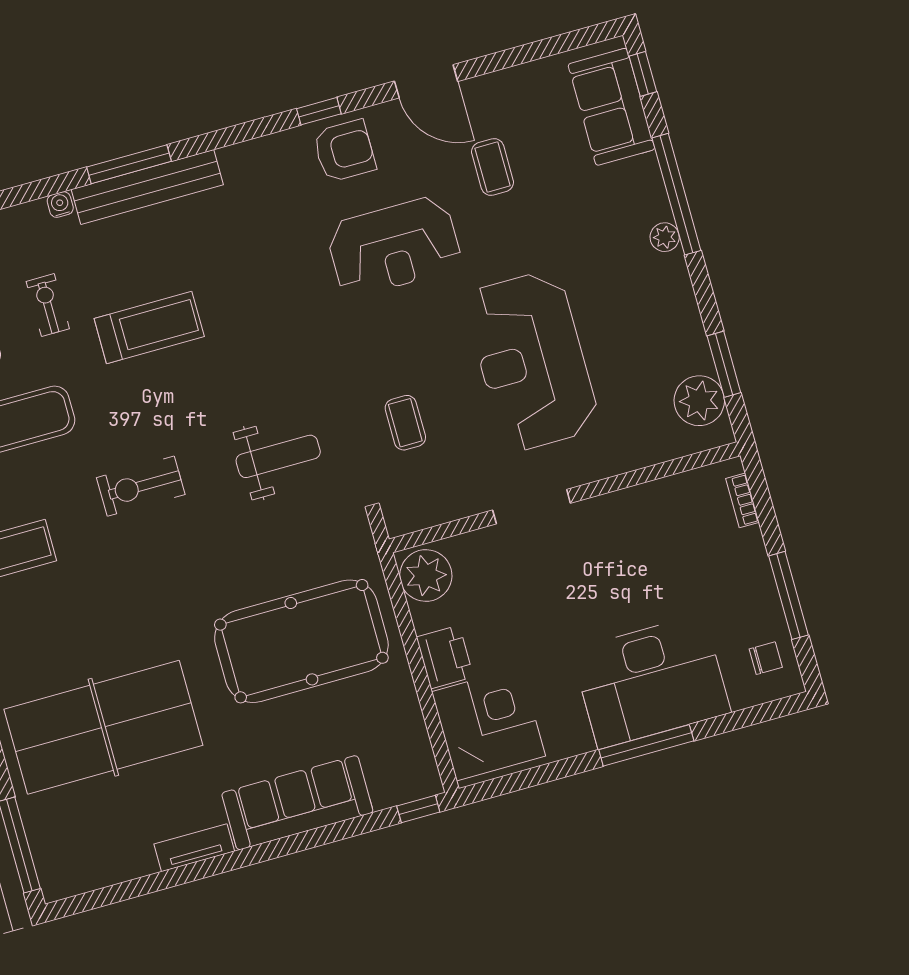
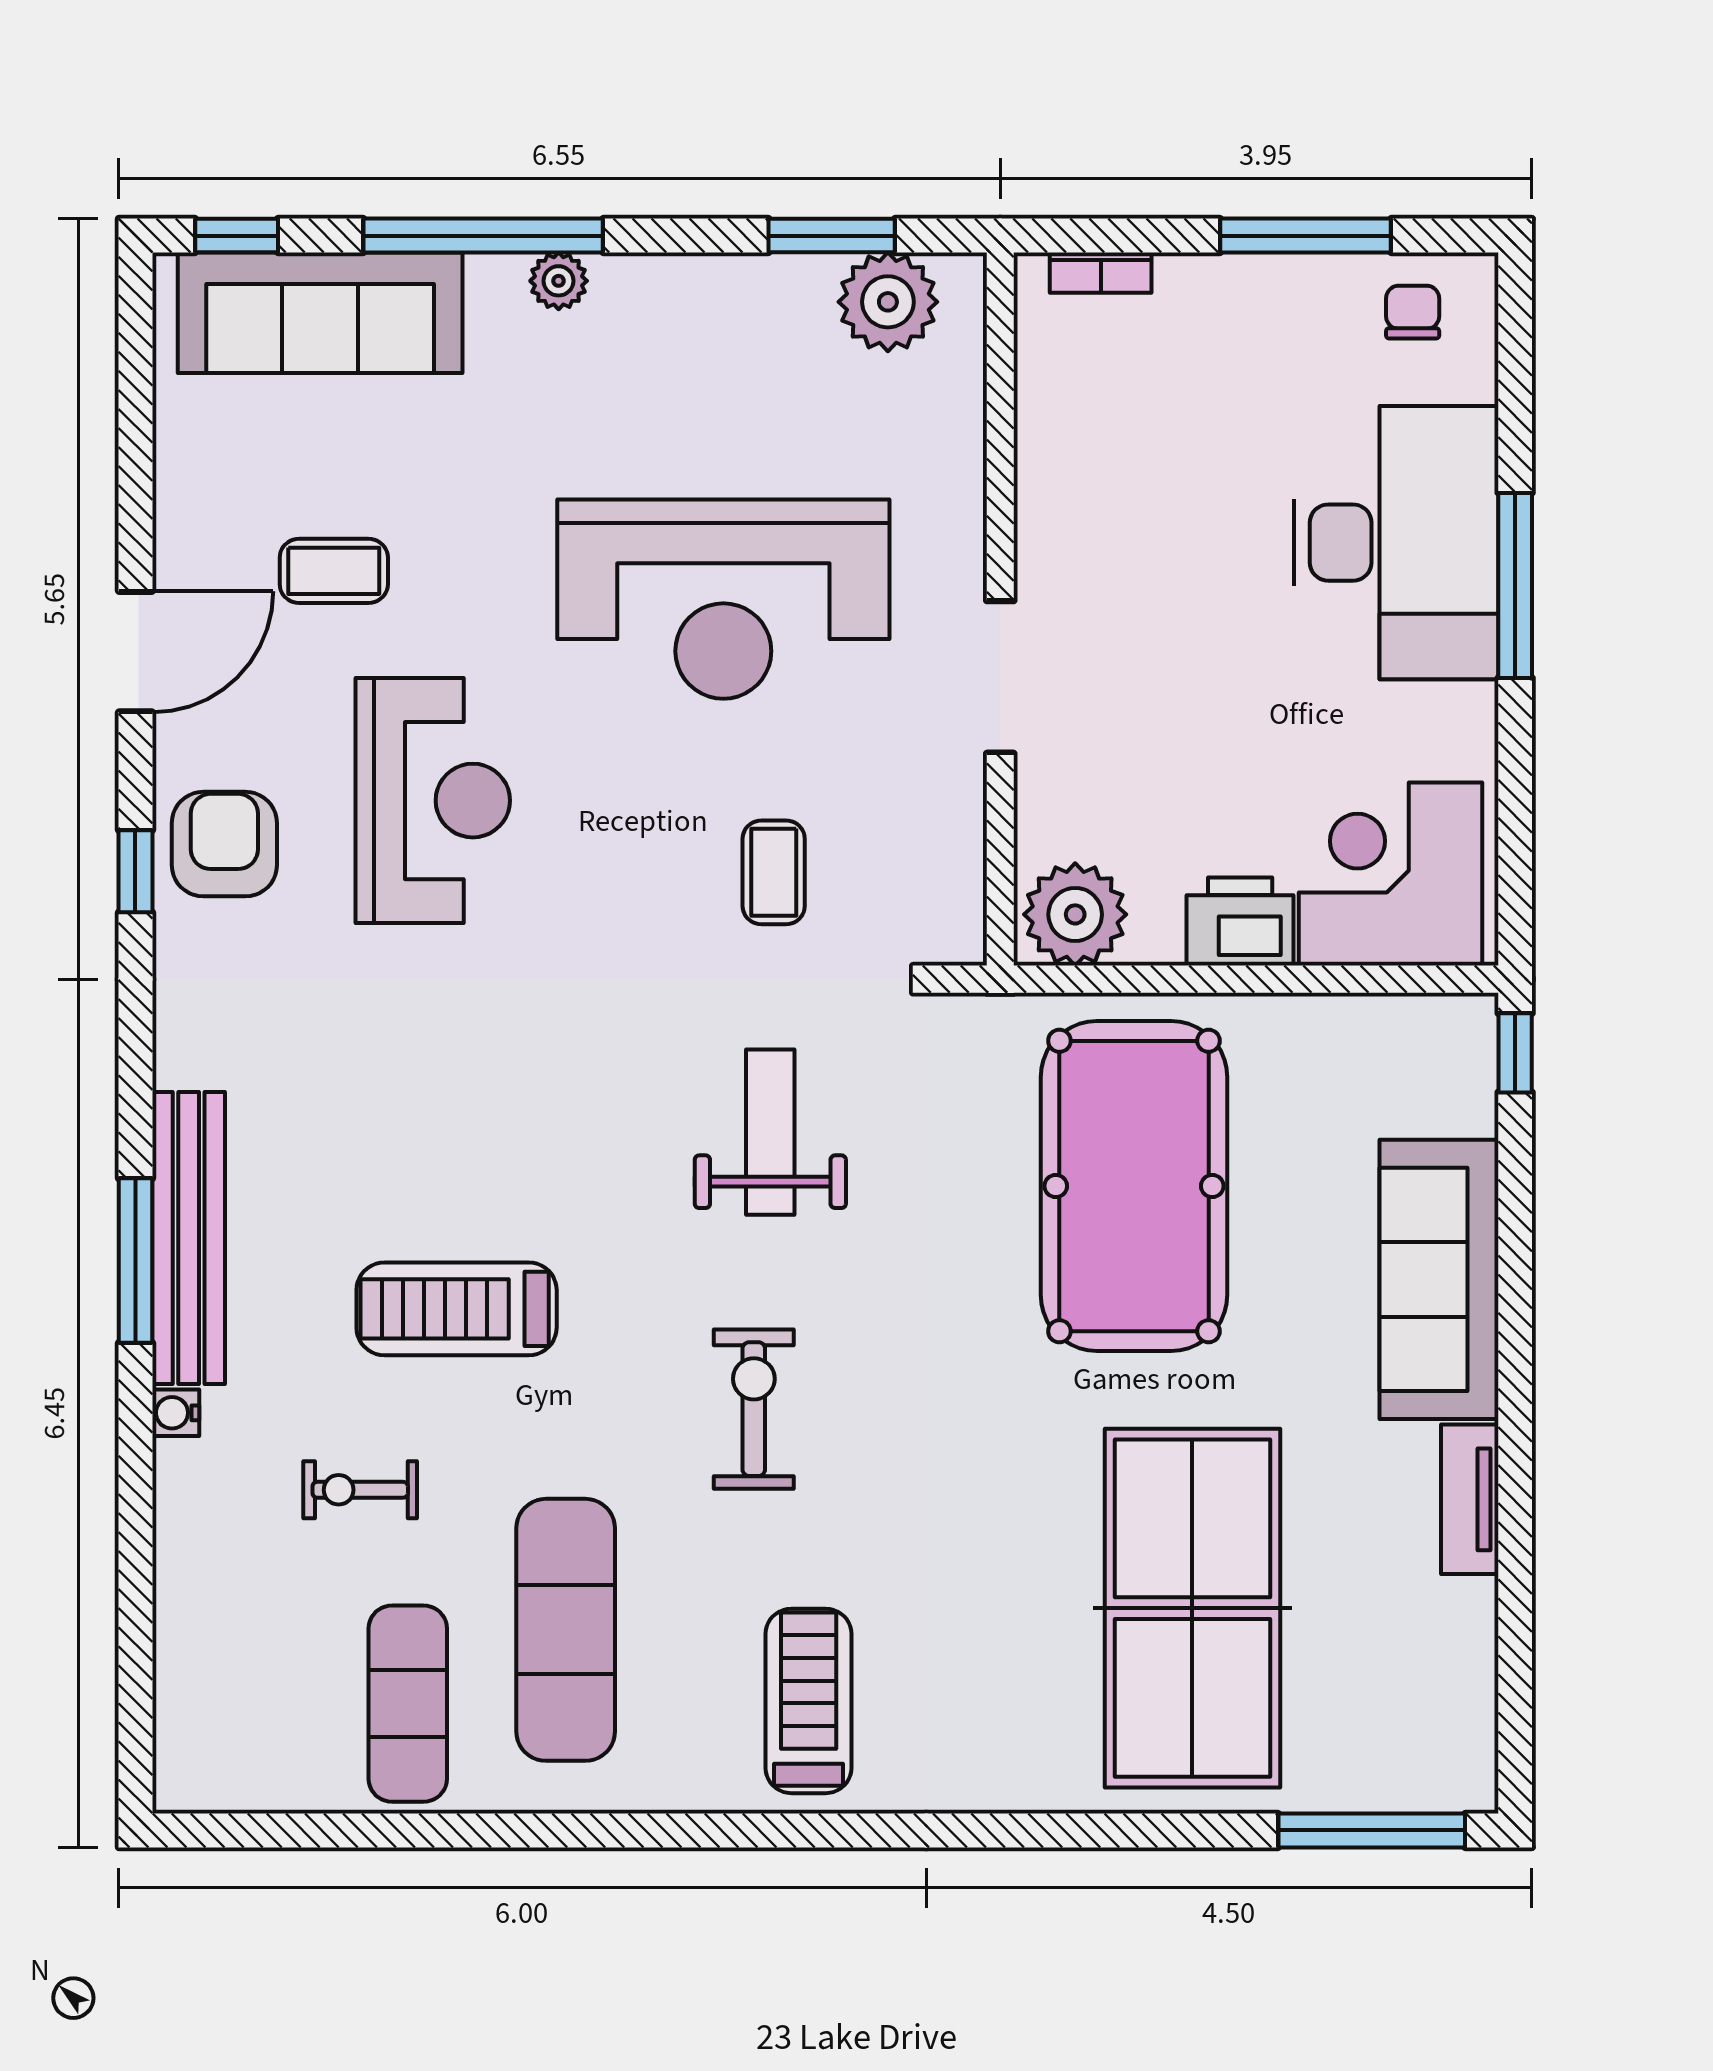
sofa: (611, 107) -> (320, 313), width x1.36
treadmill: (149, 327) -> (457, 1309), turned -90
coffee table: (405, 423) -> (774, 872), turned 90
exercise bike: (141, 486) -> (754, 1409), turned 180

